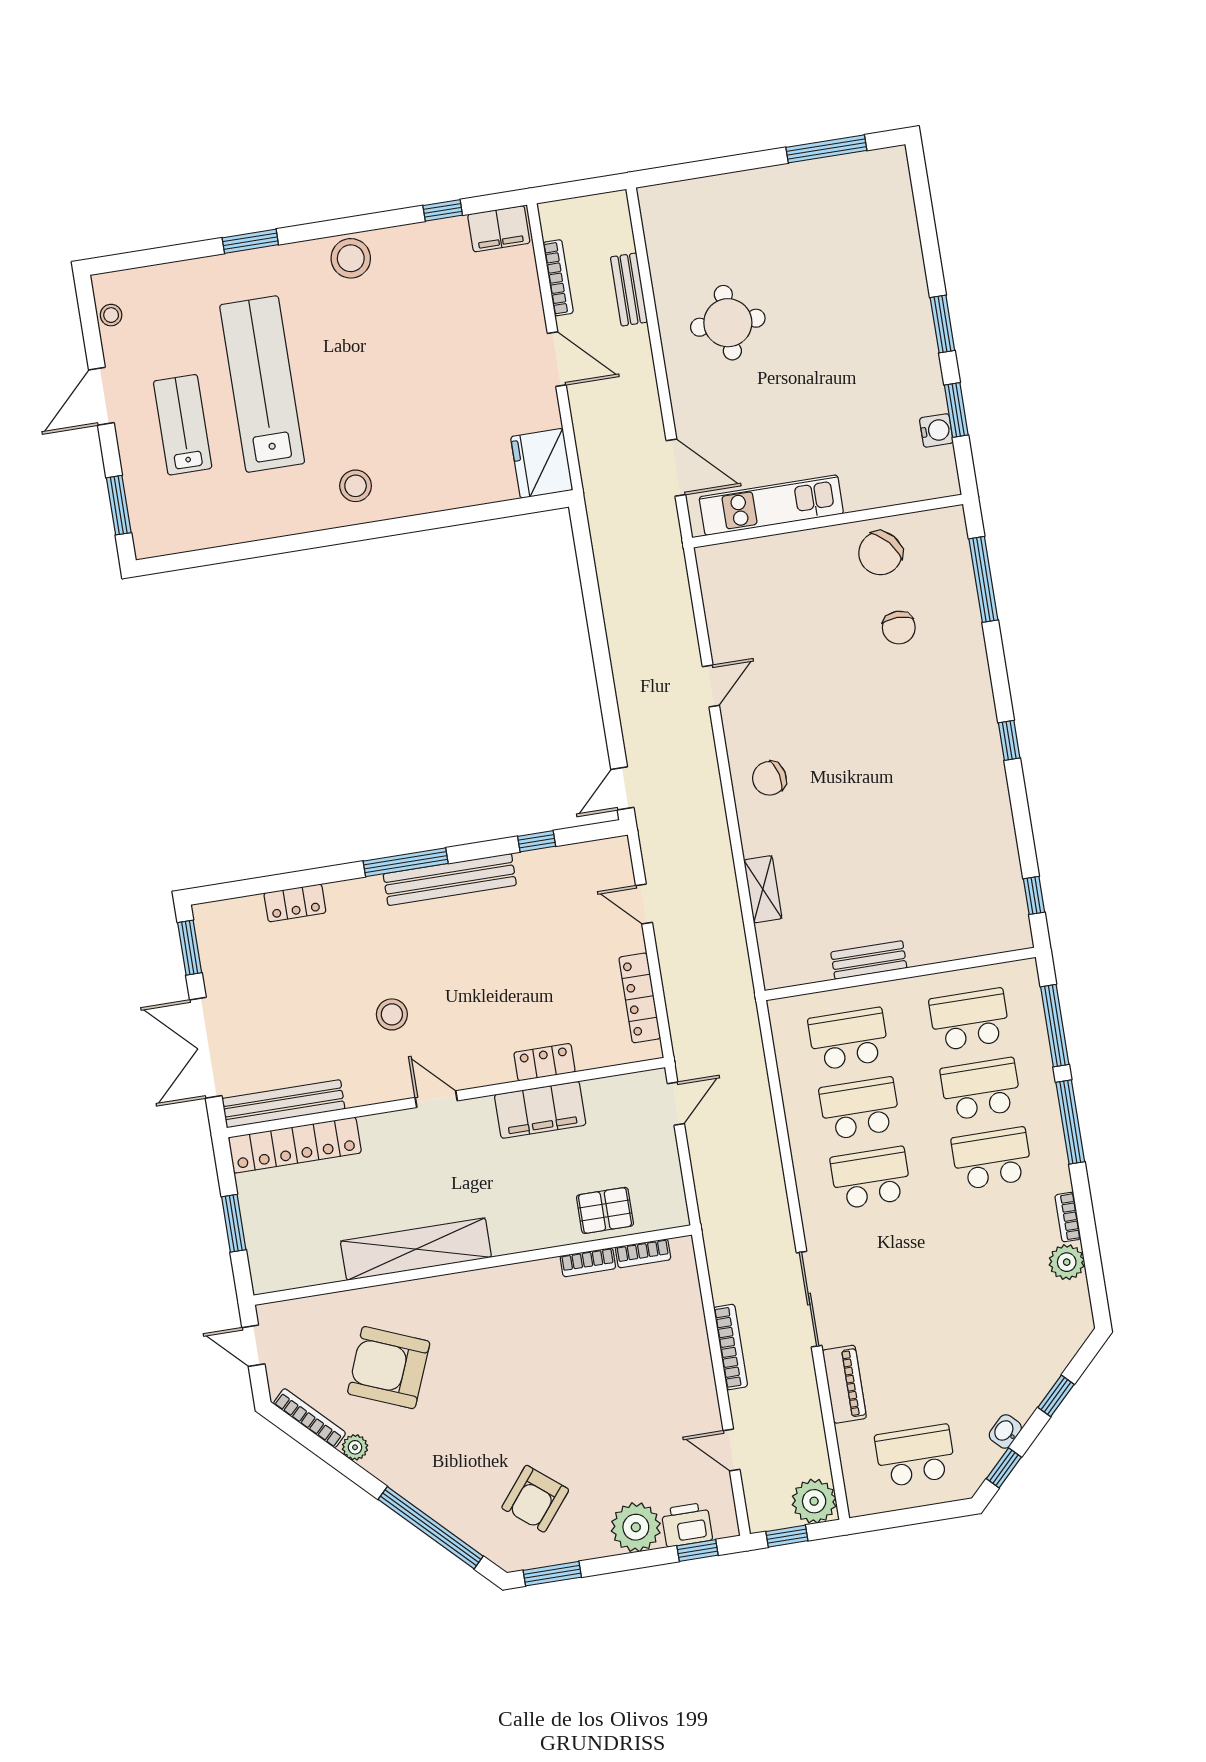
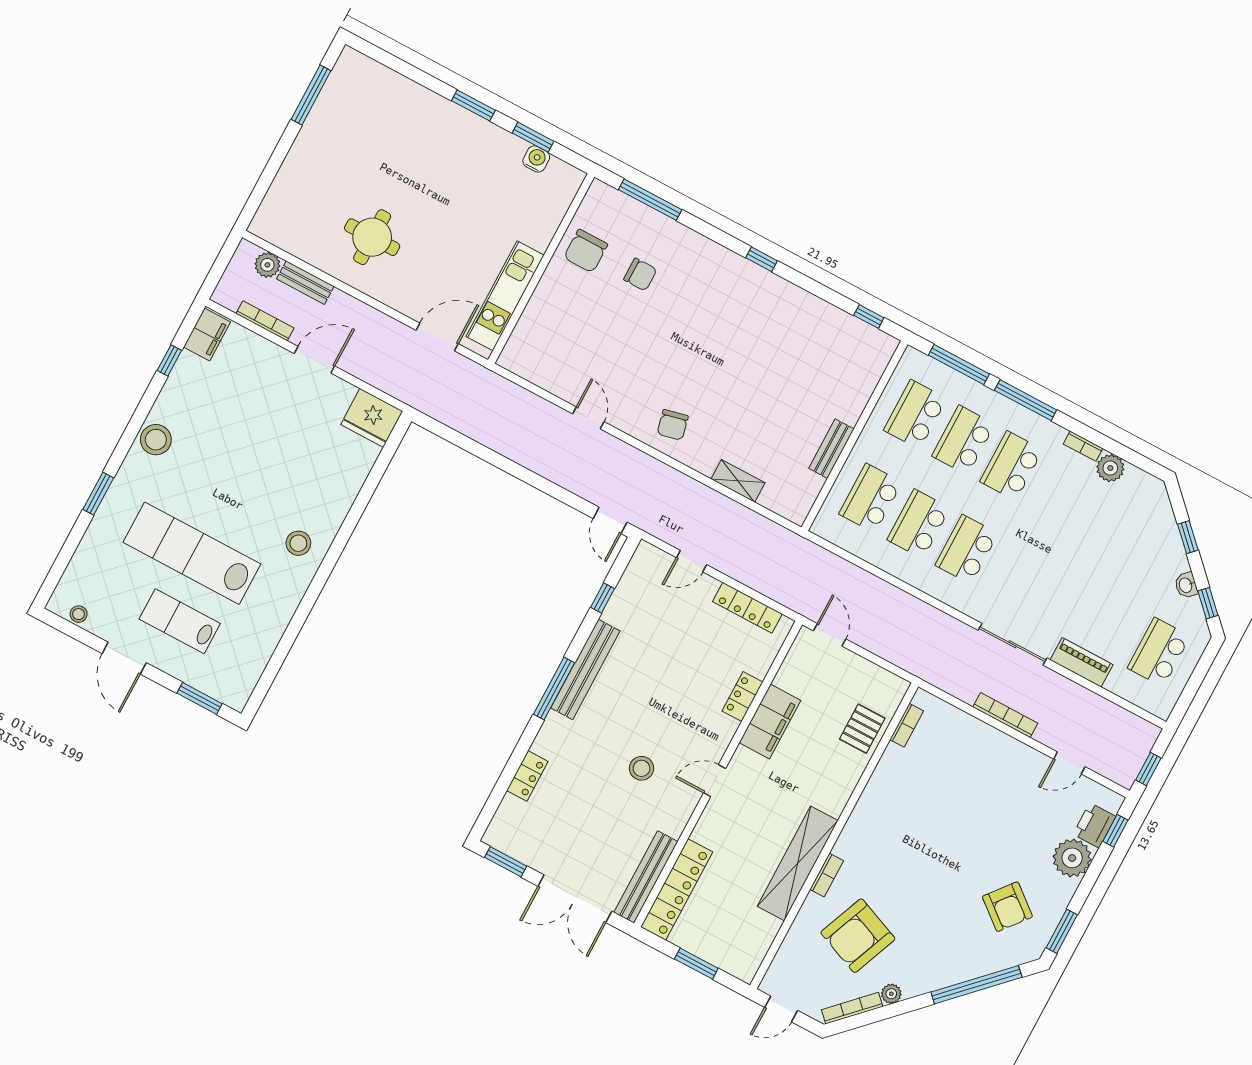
chair: (880, 553) -> (586, 251), turned 41
bookcase: (588, 1262) -> (827, 875), moved
plant: (814, 1501) -> (267, 265), moved, width x0.73, depth x0.73

